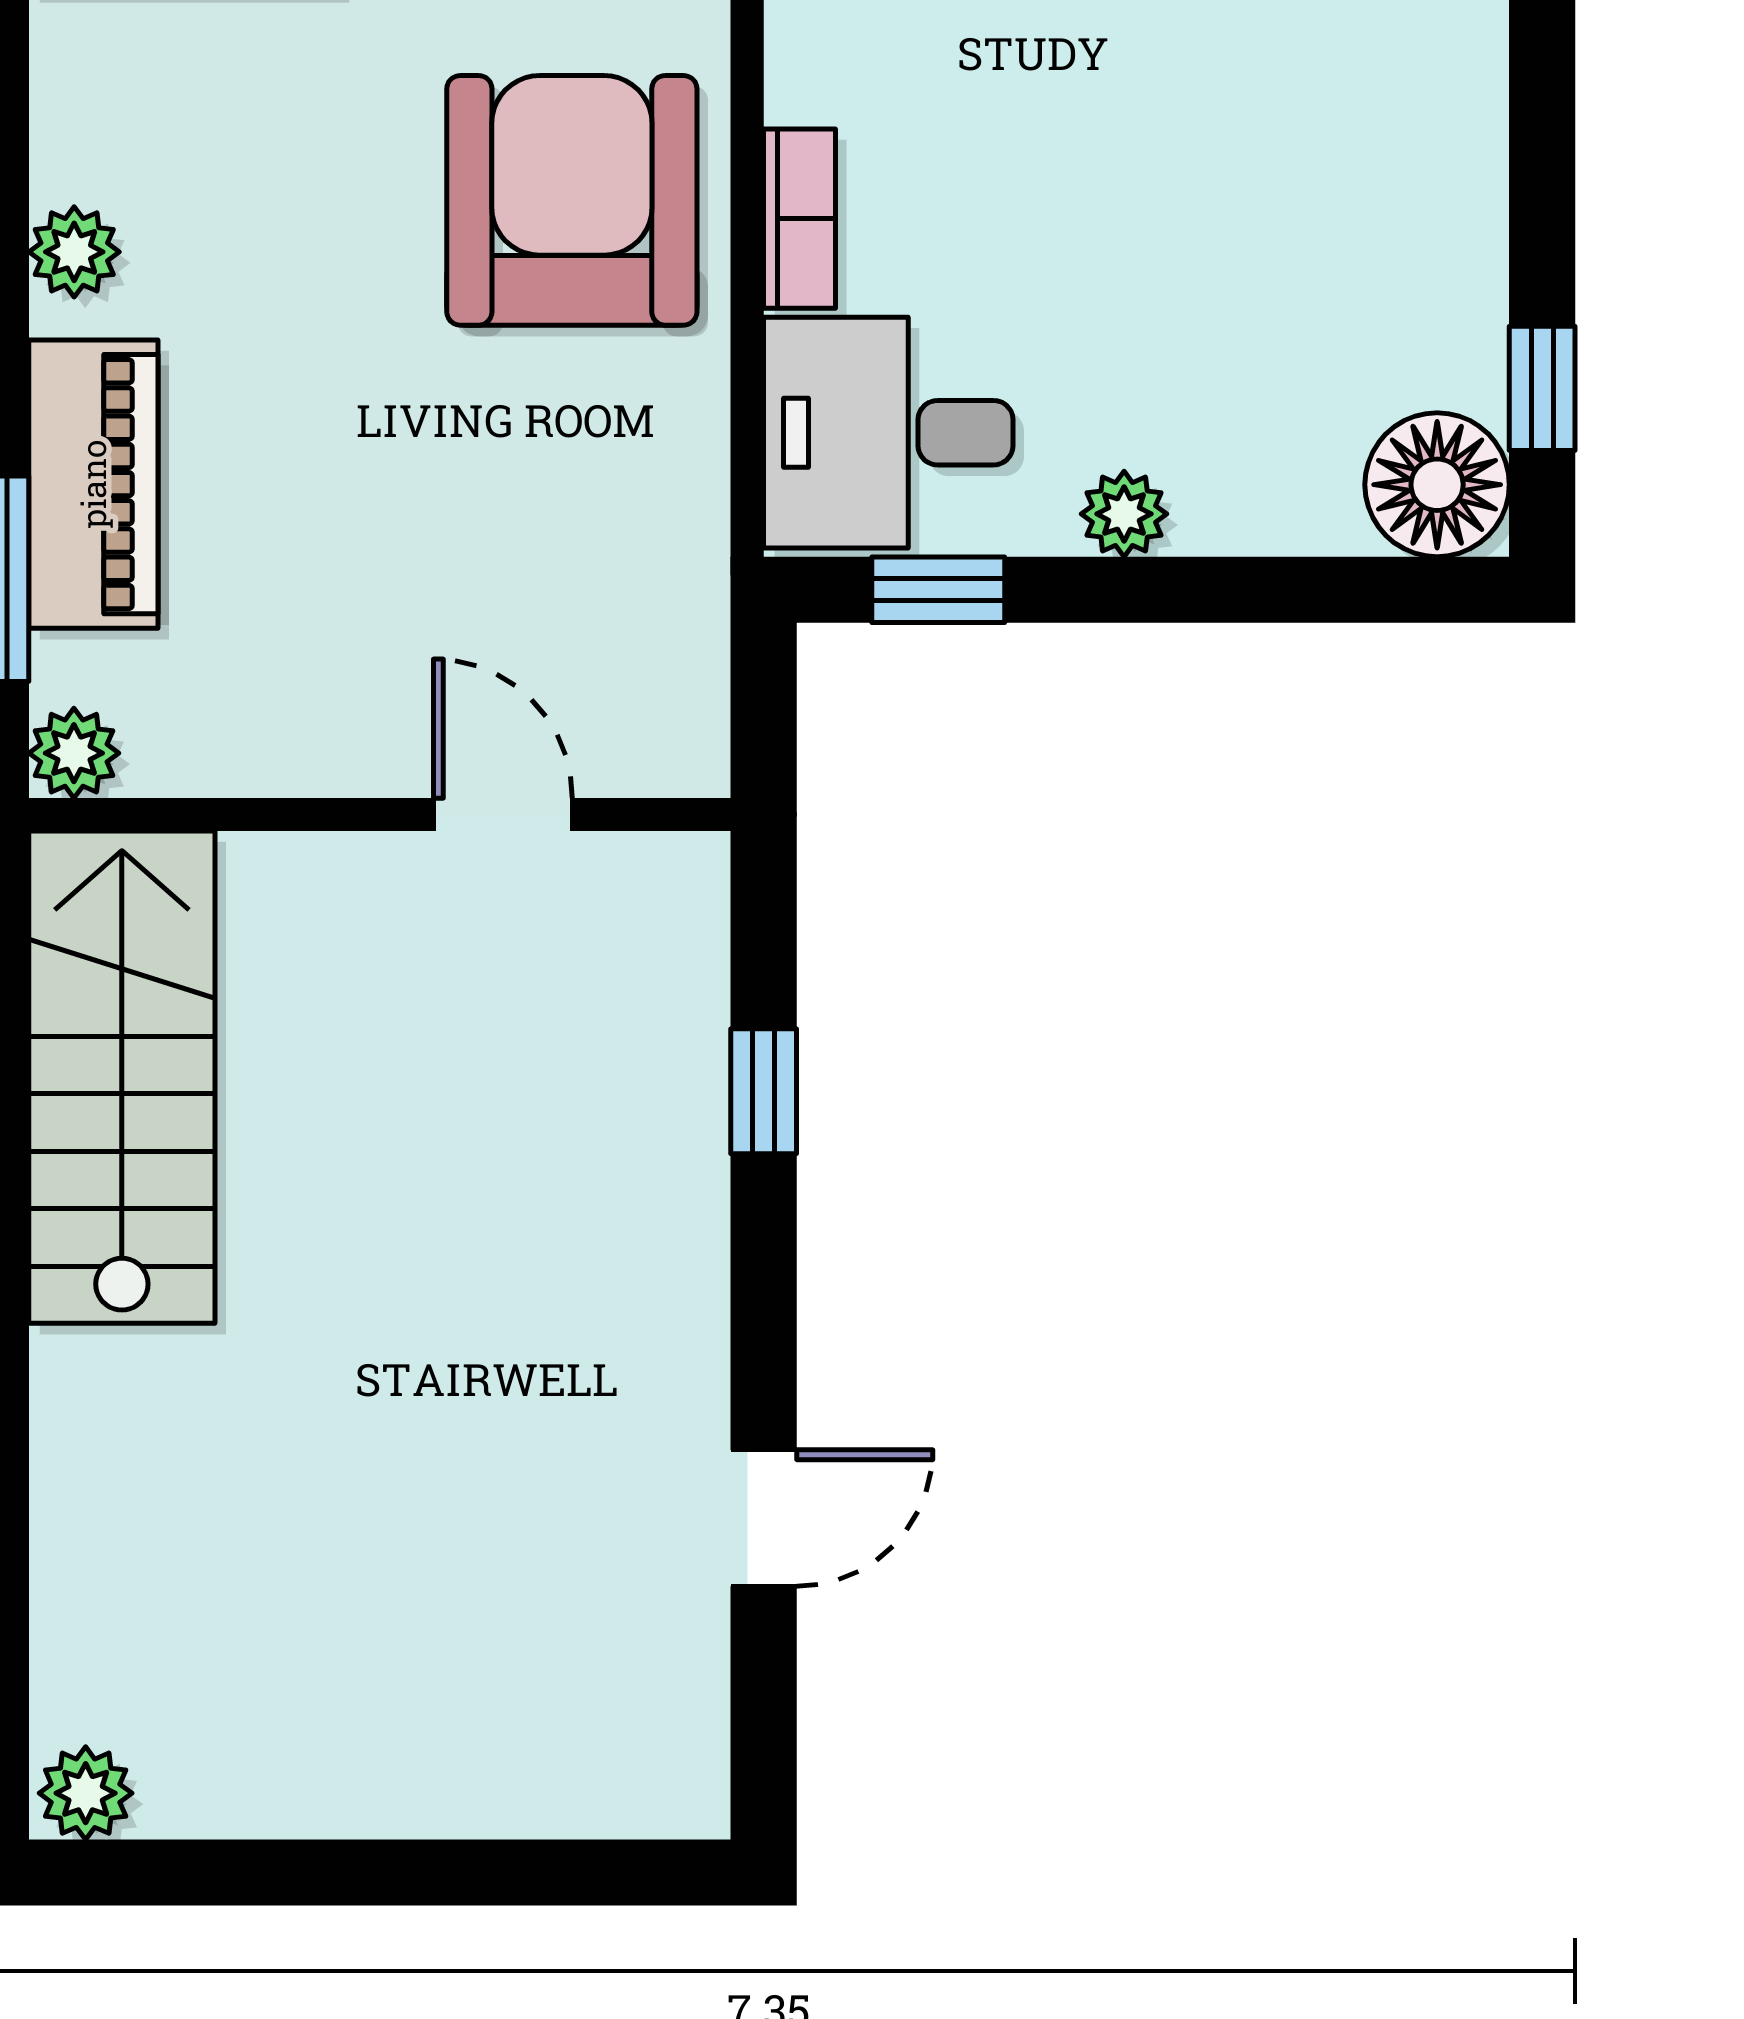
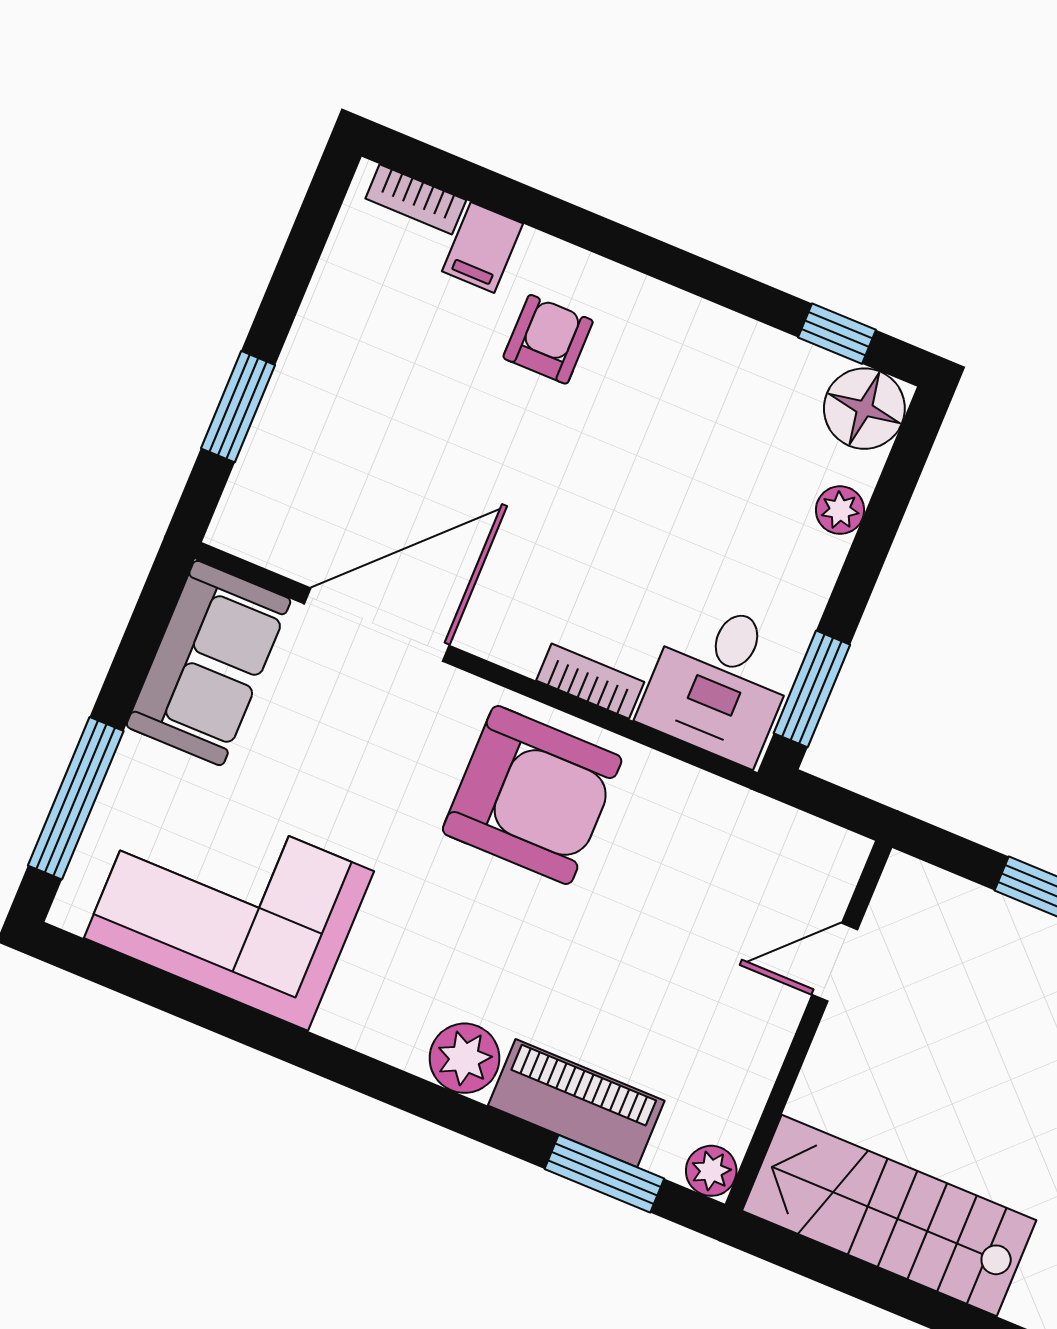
armchair: (572, 200) -> (532, 795), turned 180
plant: (74, 252) -> (465, 1058), width x1.38, depth x1.38
plant: (1124, 514) -> (840, 510), moved
window: (938, 590) -> (812, 689), width x1.50

